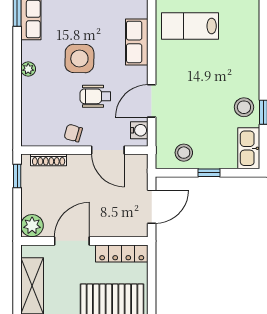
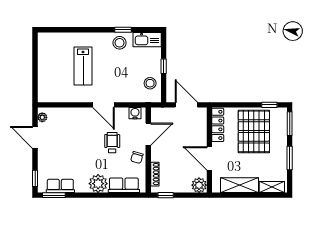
lab bench: (190, 26) -> (83, 66), moved
row of seats: (137, 42) -> (124, 185), moved, turned 180
side table: (79, 59) -> (87, 153), removed
plant: (28, 69) -> (98, 184), width x1.88, depth x1.88
wheelchair: (95, 96) -> (112, 143), turned 180
door: (152, 101) -> (103, 105), moved

